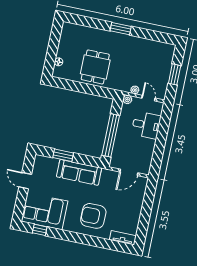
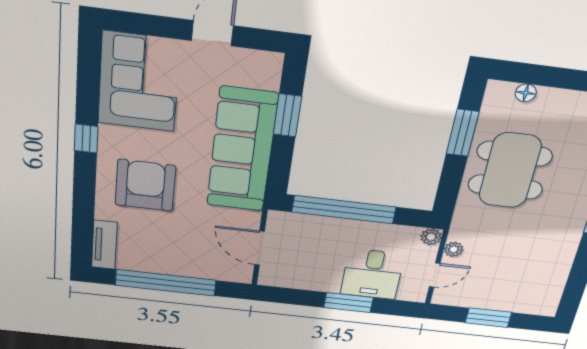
dining table: (95, 67) -> (510, 170), width x1.38
window: (76, 86) -> (463, 133), added
window: (162, 136) -> (348, 302), added
sofa: (79, 172) -> (242, 150), width x1.36, depth x1.27
window: (145, 215) -> (166, 283), added
window: (40, 230) -> (86, 139), moved

